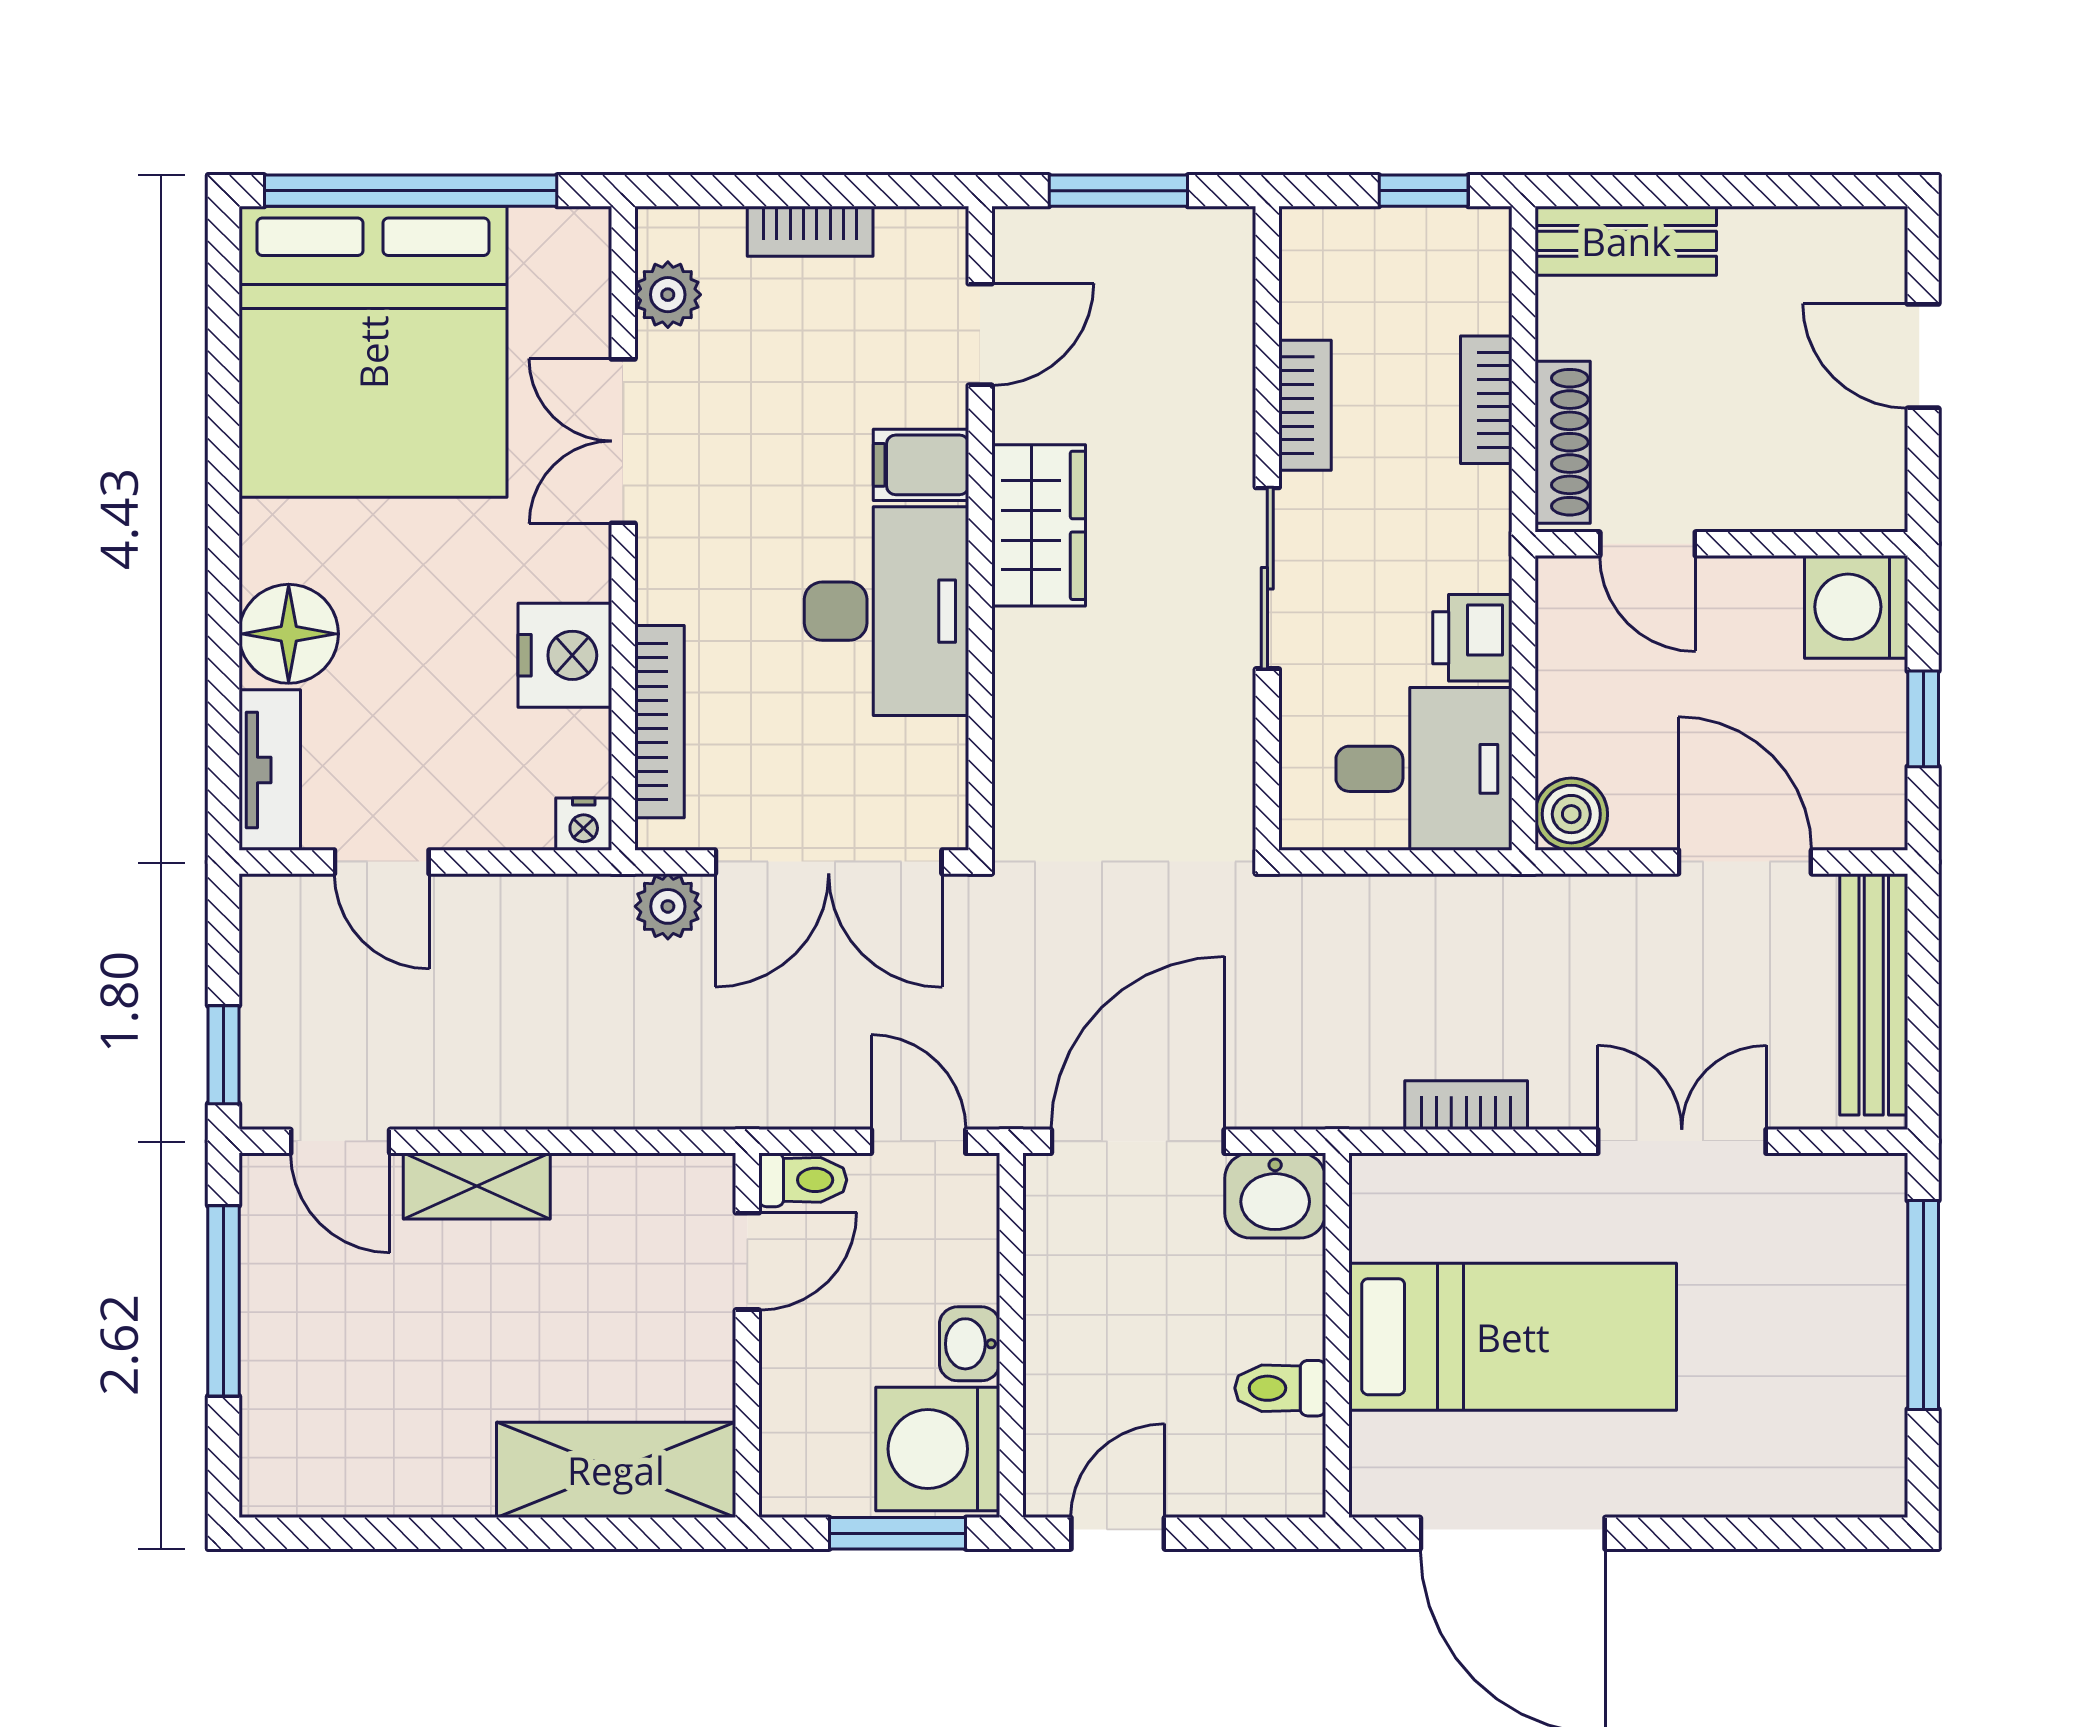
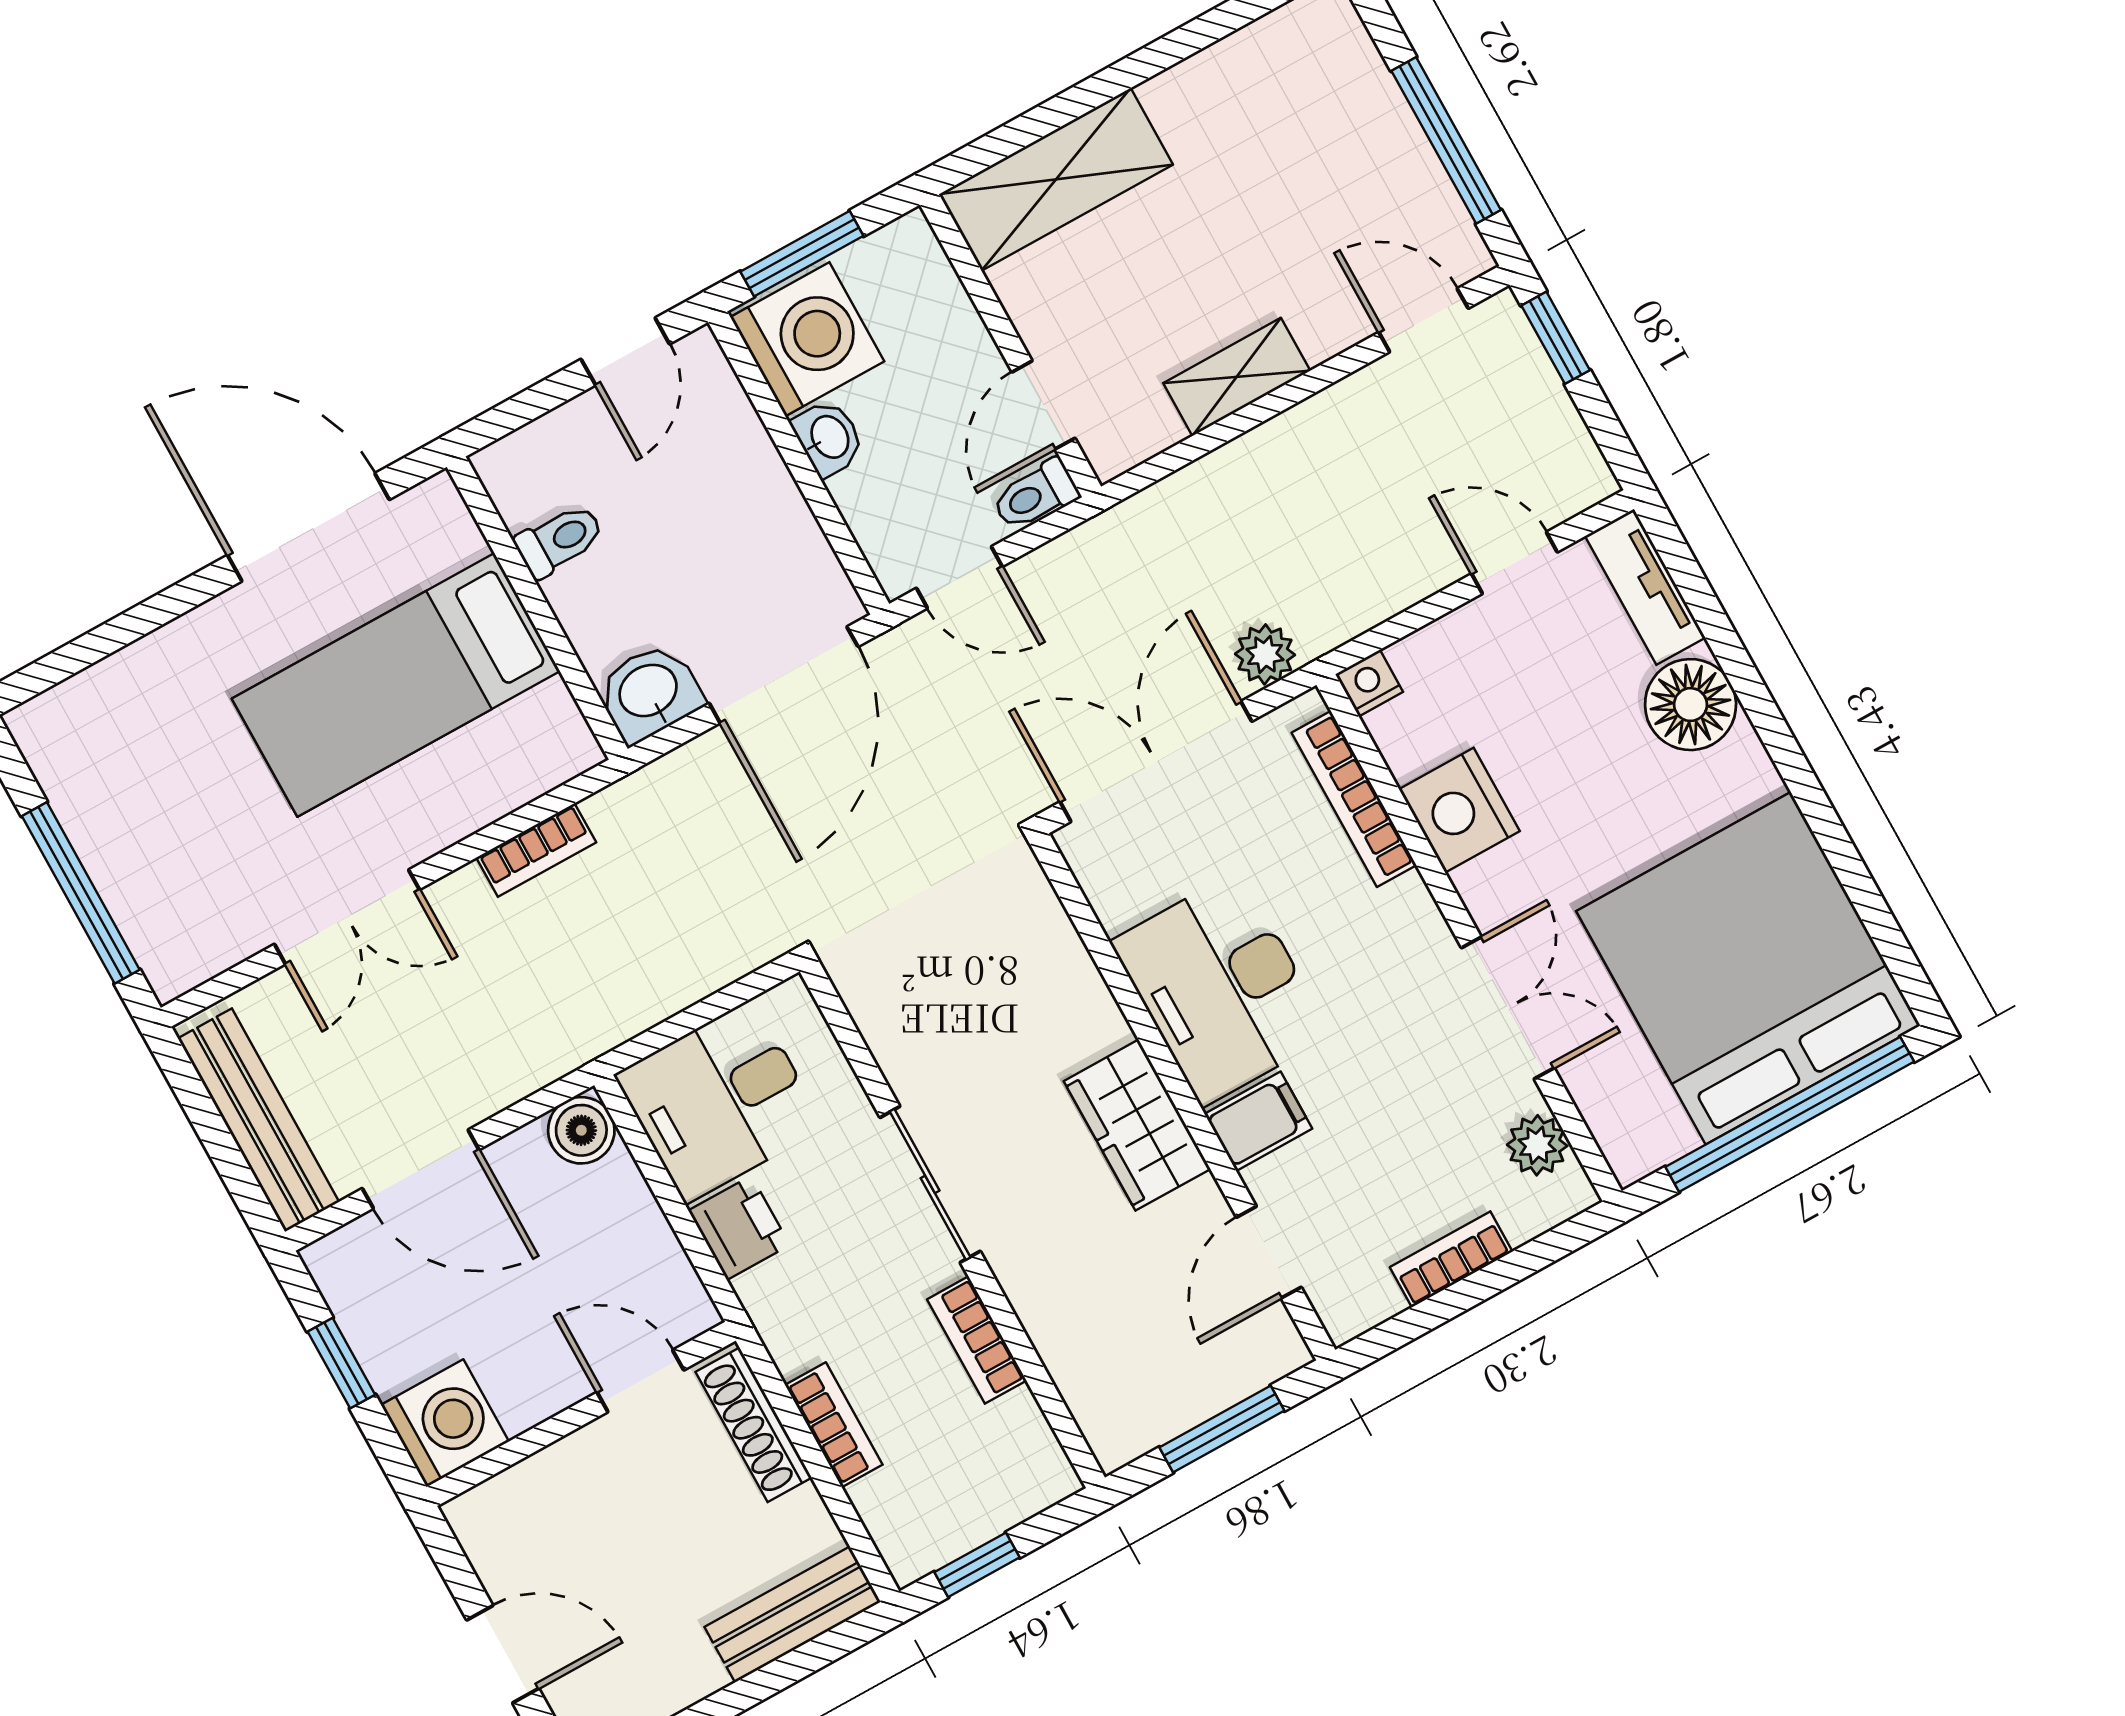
shelving: (477, 1186) -> (1237, 377), moved

